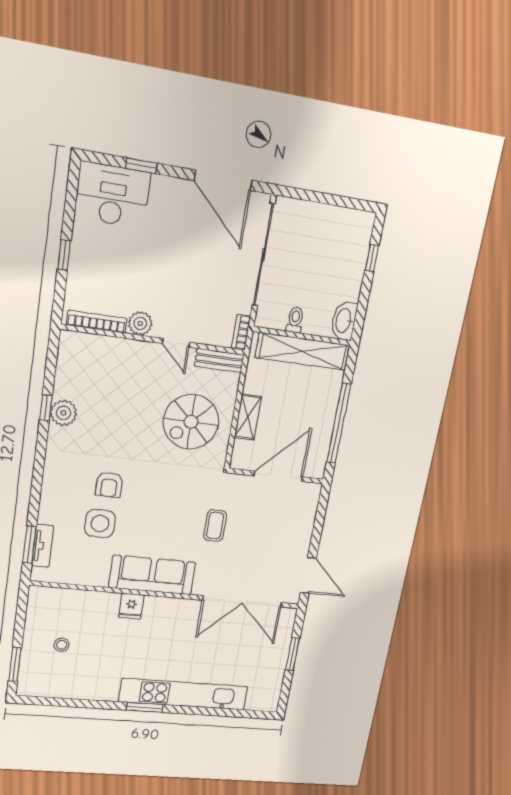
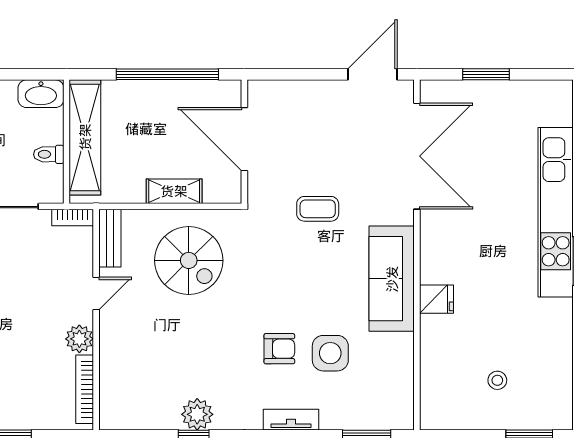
tv unit: (42, 546) -> (291, 420), moved

